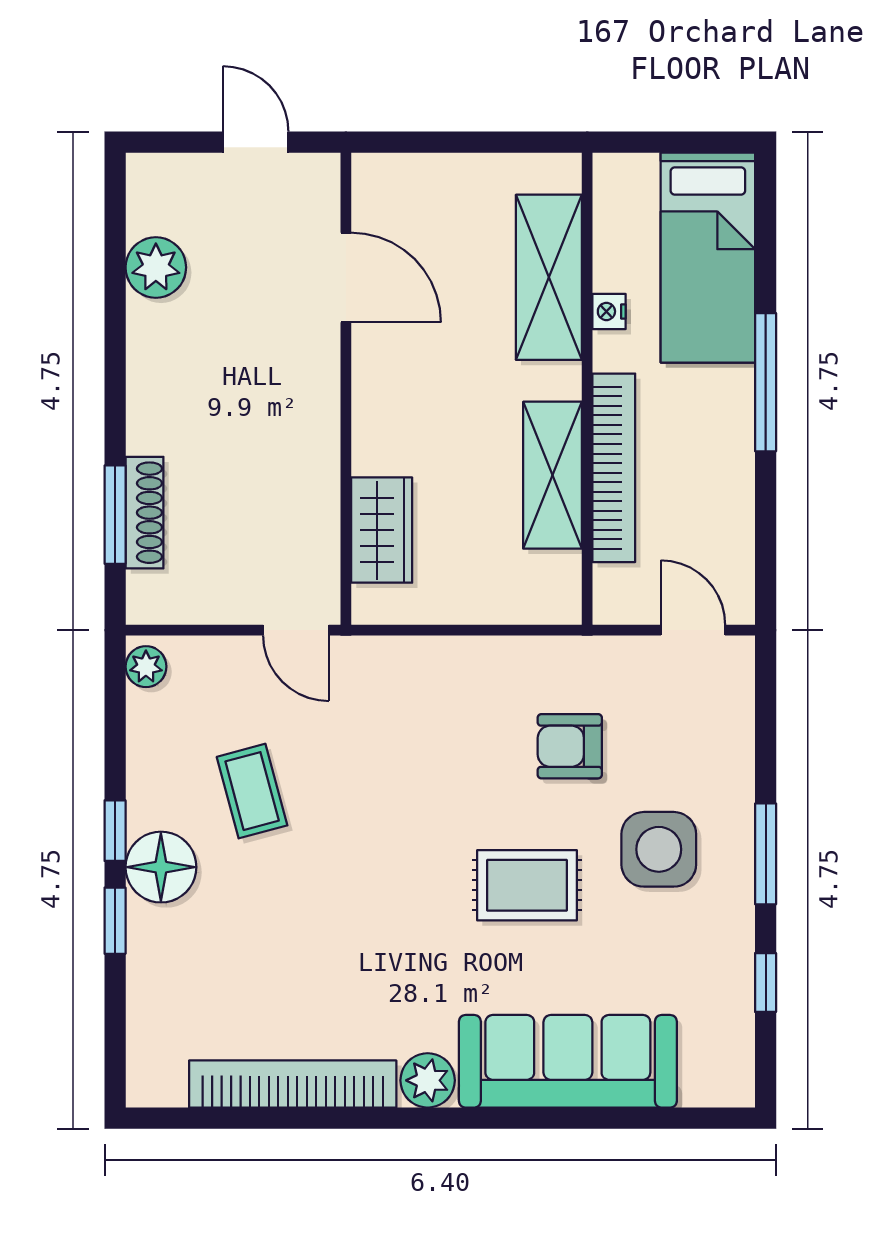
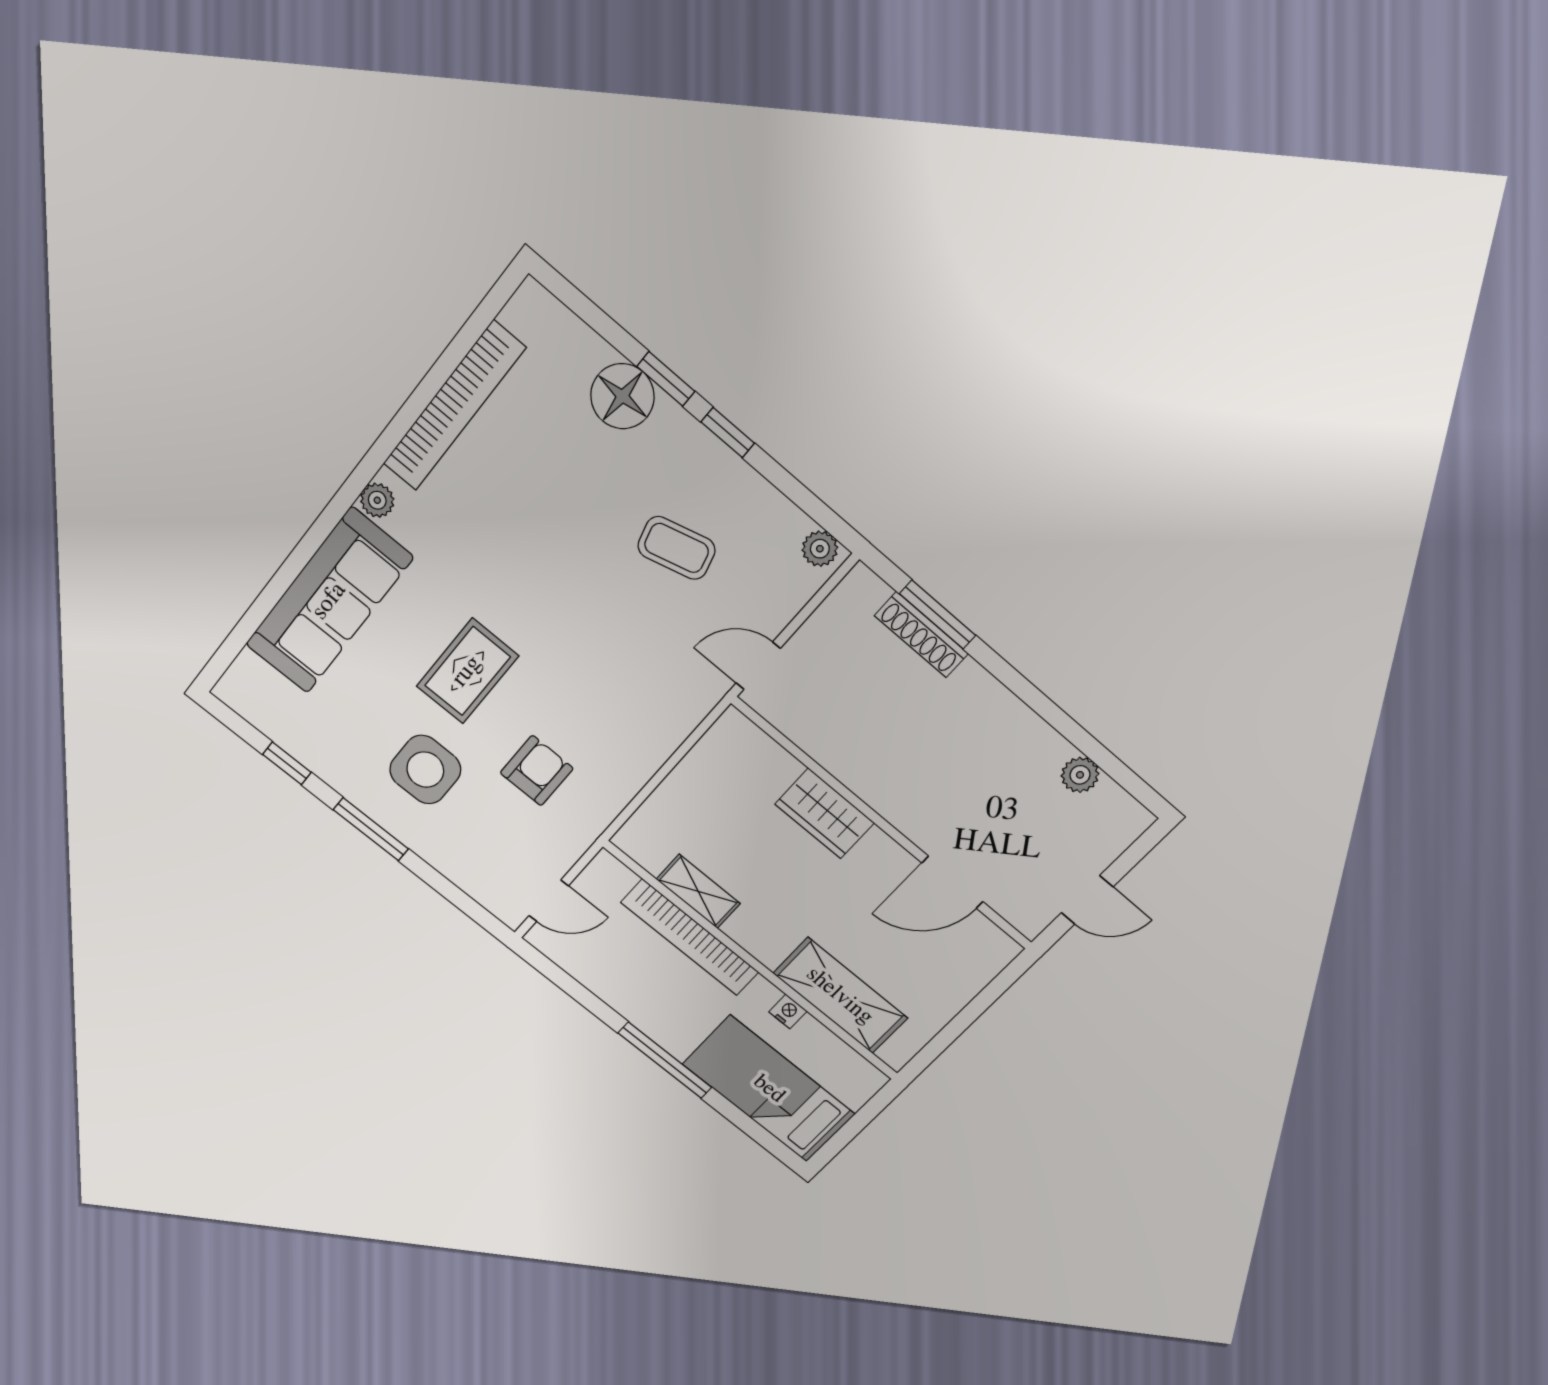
plant: (156, 267) -> (1080, 775), width x0.73, depth x0.73
shelving: (553, 475) -> (698, 891), width x0.67, depth x0.75
wardrobe: (382, 530) -> (825, 813), moved
floor lamp: (161, 867) -> (622, 396), moved
plant: (428, 1080) -> (377, 500), width x0.73, depth x0.73

